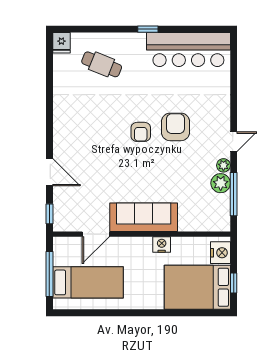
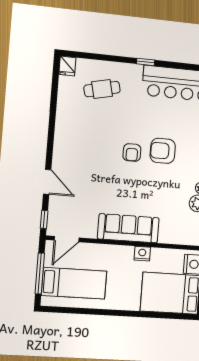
cafe table: (102, 64) -> (102, 89), turned -35
armchair: (175, 127) -> (163, 151), turned -90
door: (96, 234) -> (67, 239), moved

